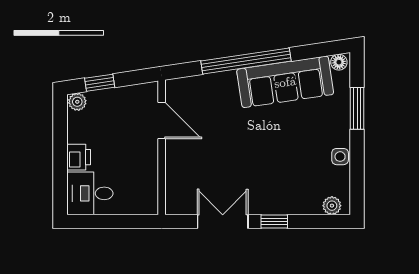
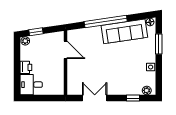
window: (274, 221) -> (133, 98), moved

